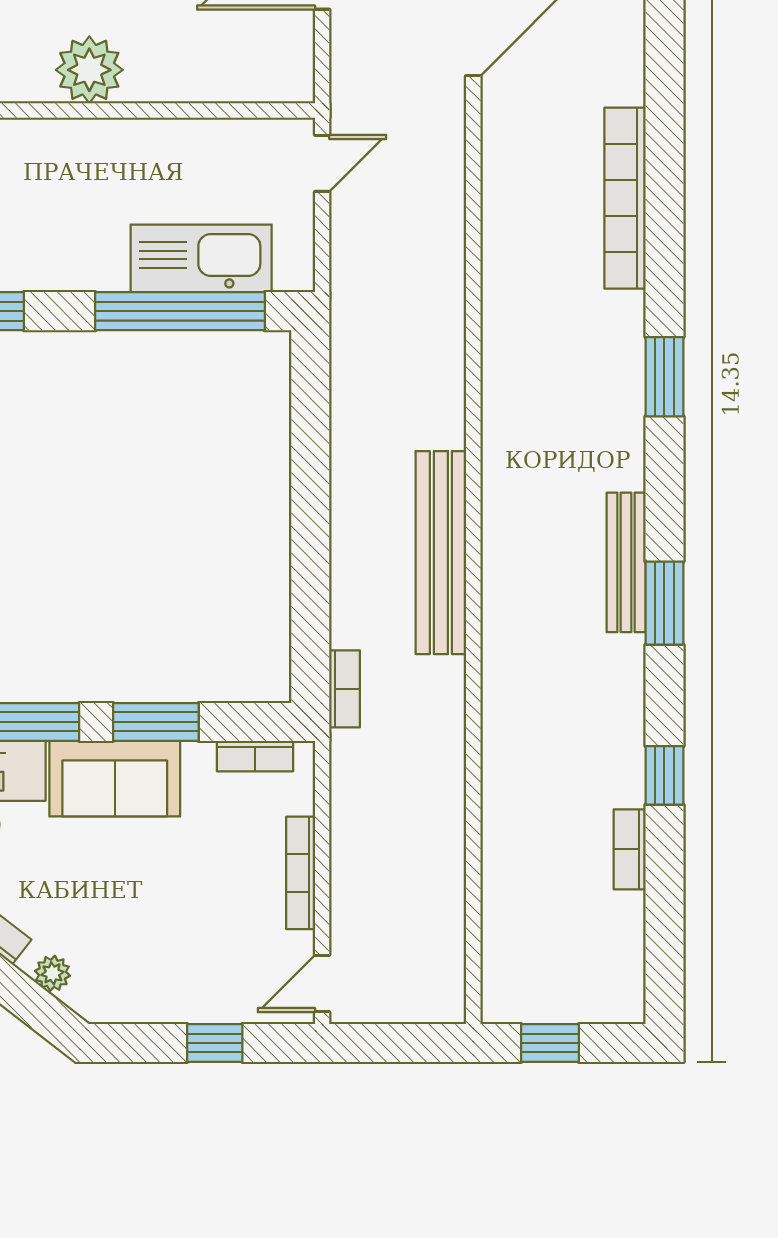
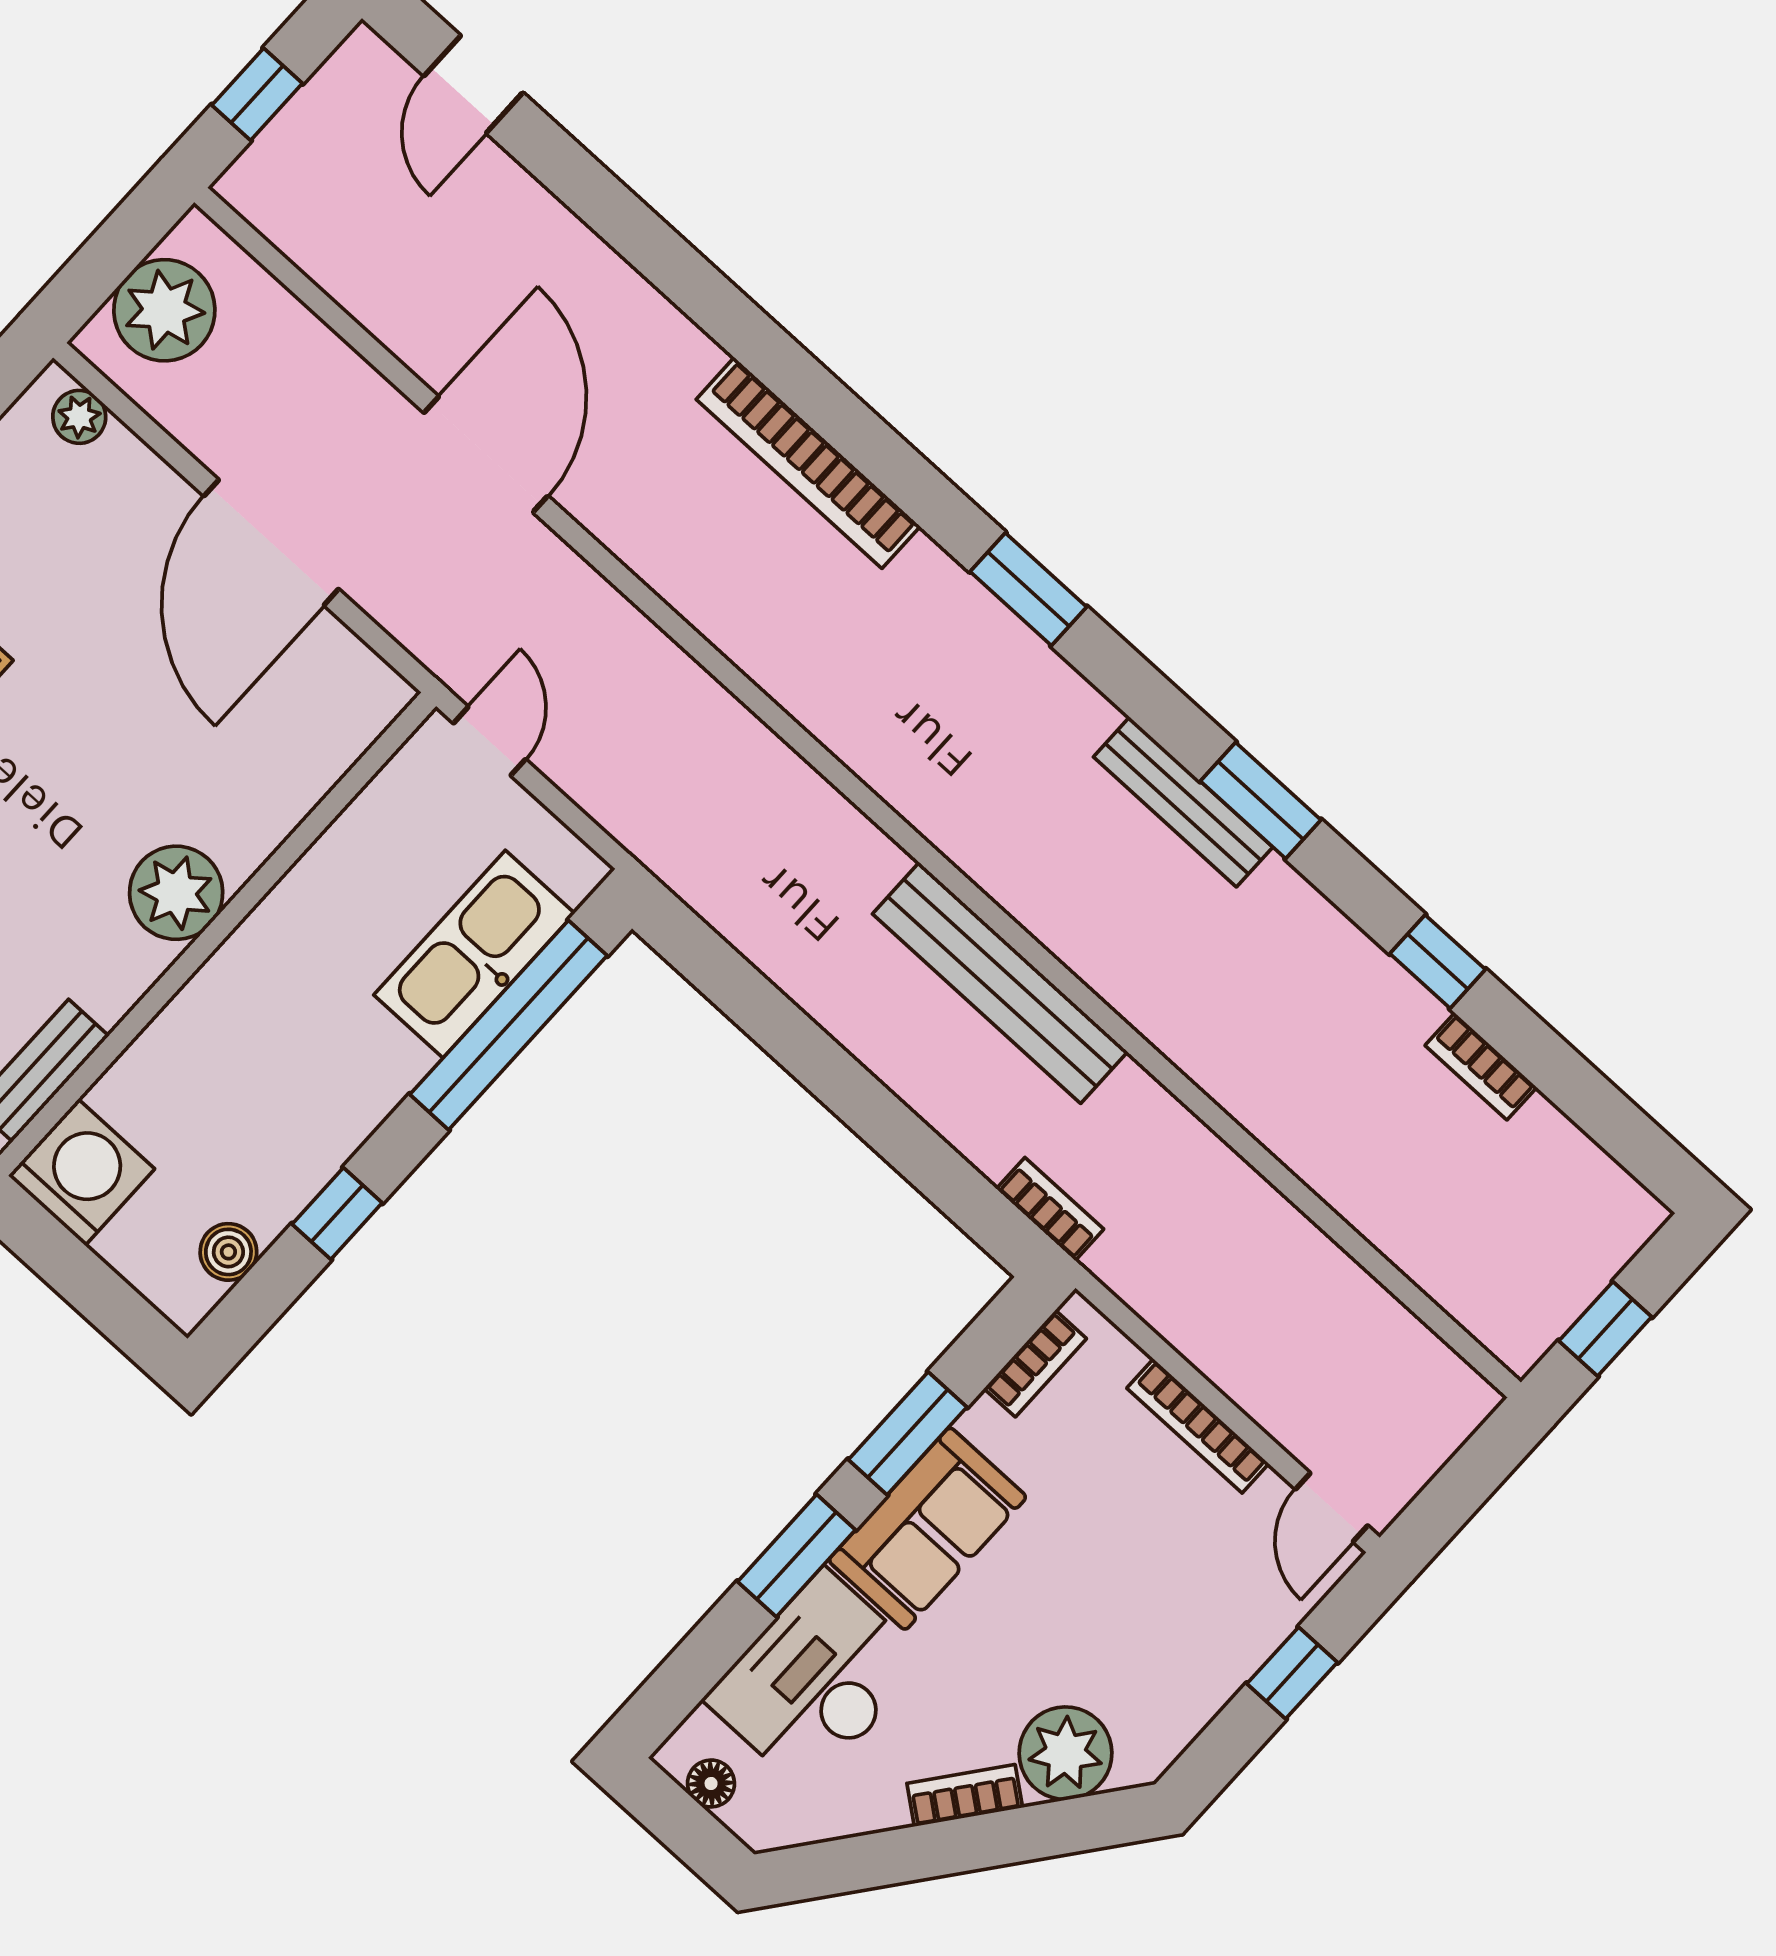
plant: (52, 973) -> (1065, 1753), width x1.88, depth x1.88

